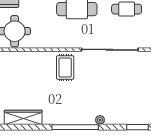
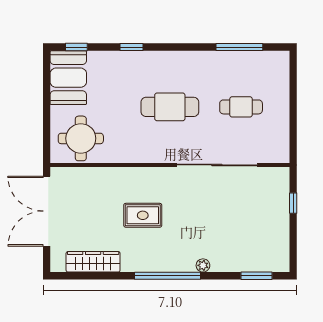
rug: (65, 68) -> (143, 215), moved, turned 90

